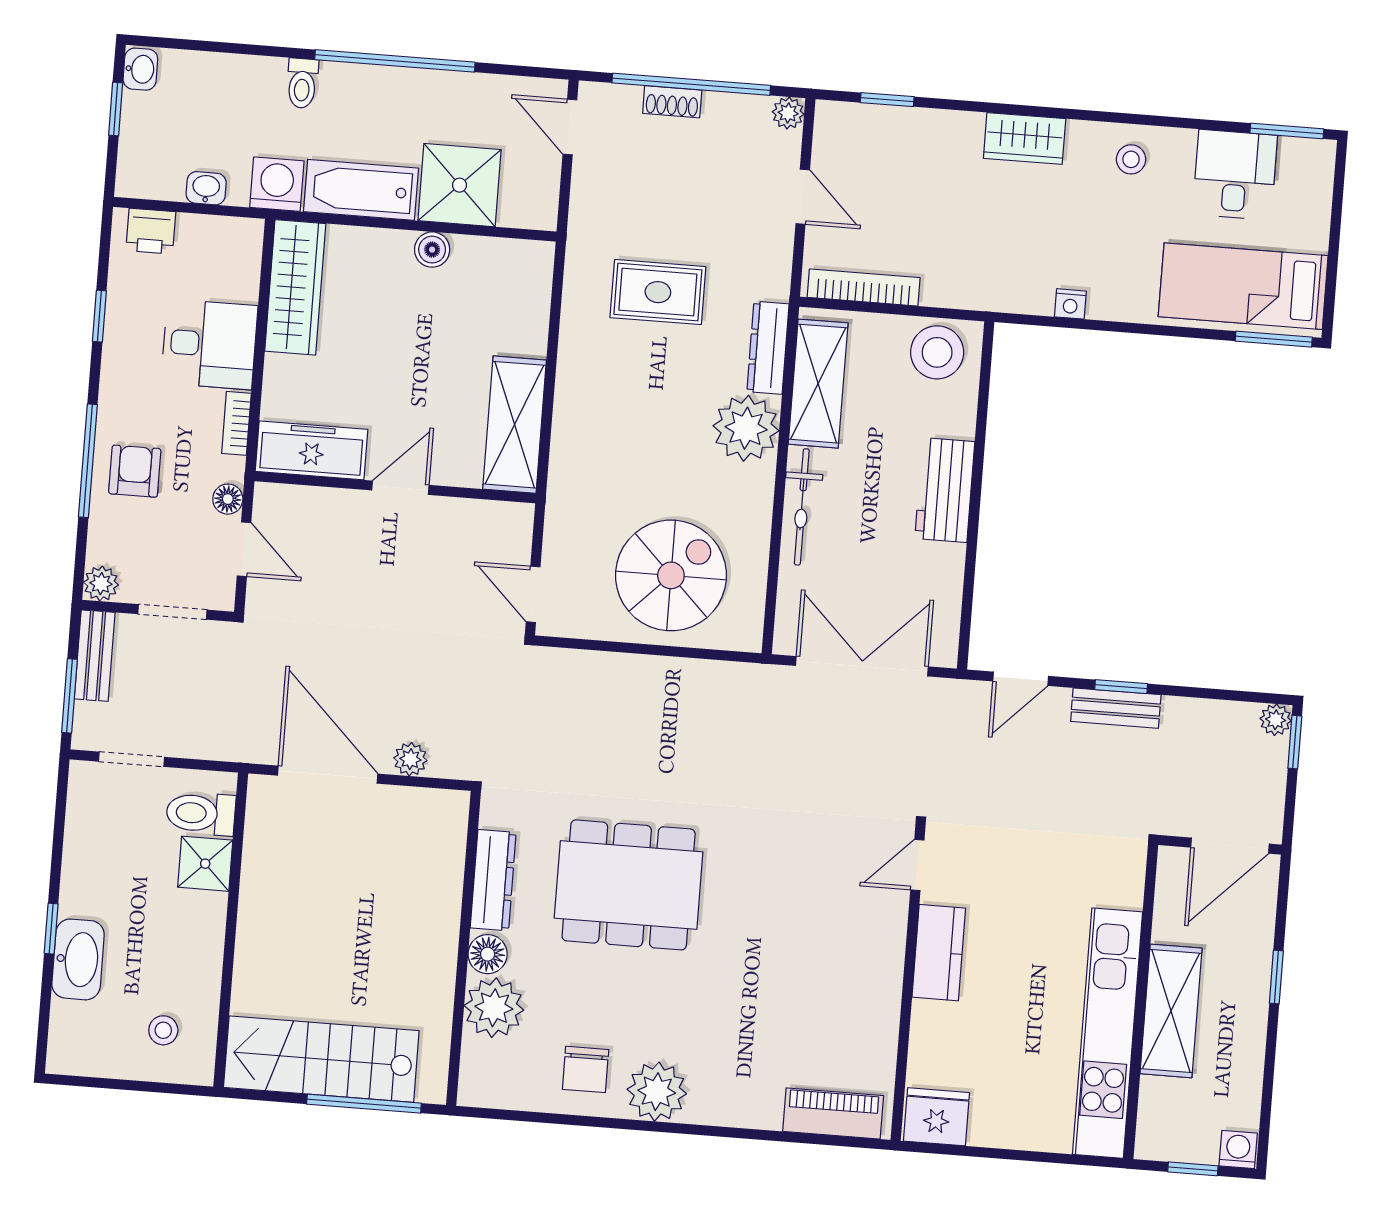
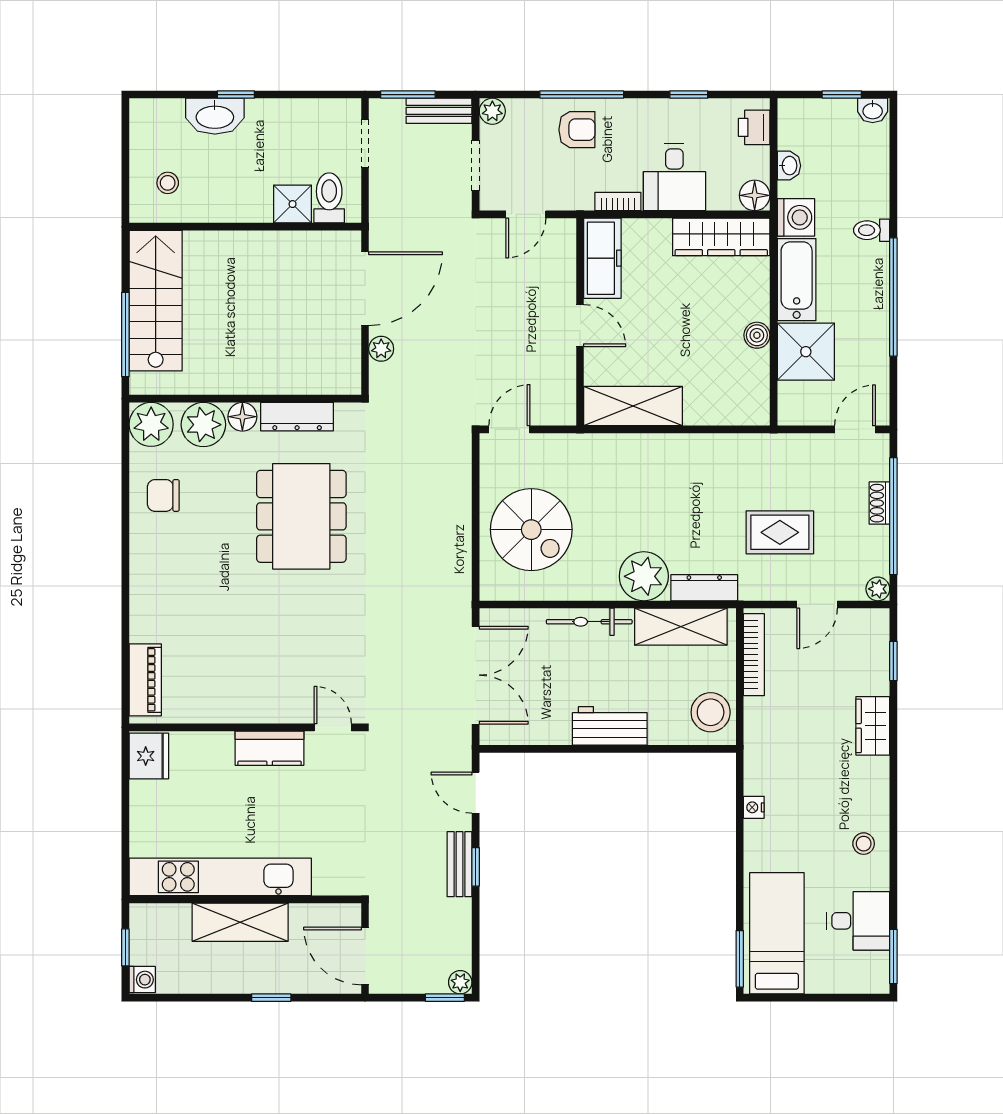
wardrobe: (1025, 138) -> (873, 726), moved
rug: (658, 292) -> (780, 532), moved, turned 90
floor lamp: (228, 499) -> (755, 195), moved, width x1.37, depth x1.37
plant: (657, 1092) -> (151, 424), moved

